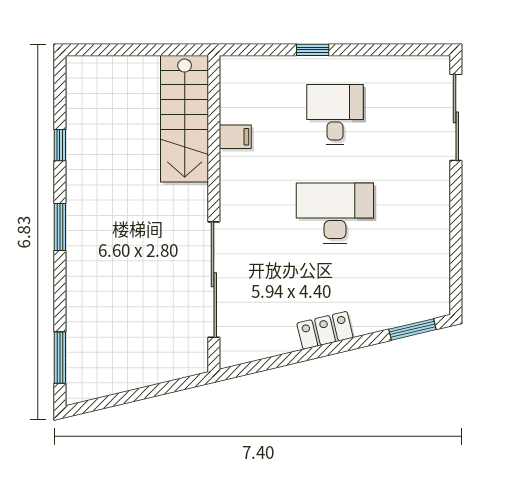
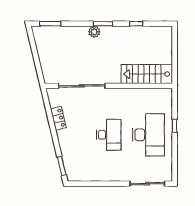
desk: (335, 115) -> (148, 135), width x1.87, depth x1.30
filing cabinet: (235, 137) -> (139, 95), removed
plant: (80, 249) -> (94, 32), added
locker: (325, 330) -> (58, 118), moved

